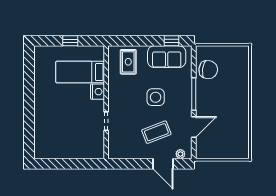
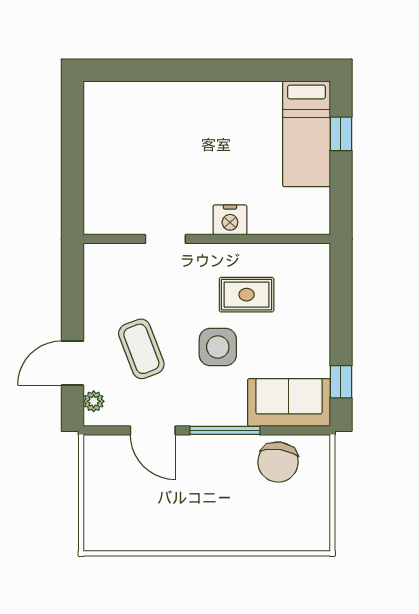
window: (70, 41) -> (341, 134), moved
sofa: (167, 57) -> (289, 402), moved, turned 90
rug: (128, 62) -> (247, 295), moved
bed: (80, 72) -> (307, 134), moved, turned 180

